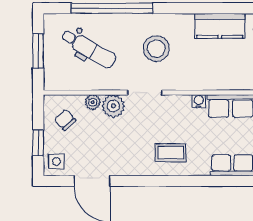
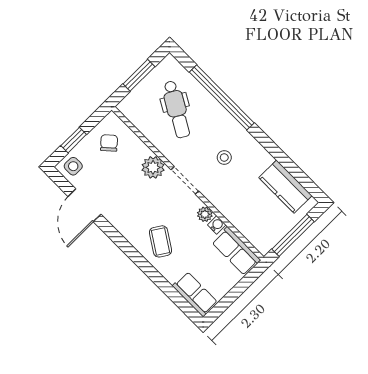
stool: (156, 49) -> (224, 157), width x0.53, depth x0.53
plant: (93, 102) -> (205, 214), moved
coffee table: (171, 153) -> (160, 241), turned 33

